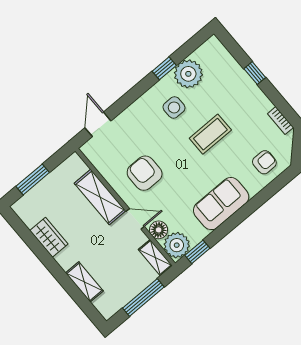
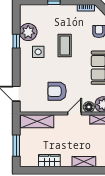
shelving: (100, 197) -> (37, 121), moved

